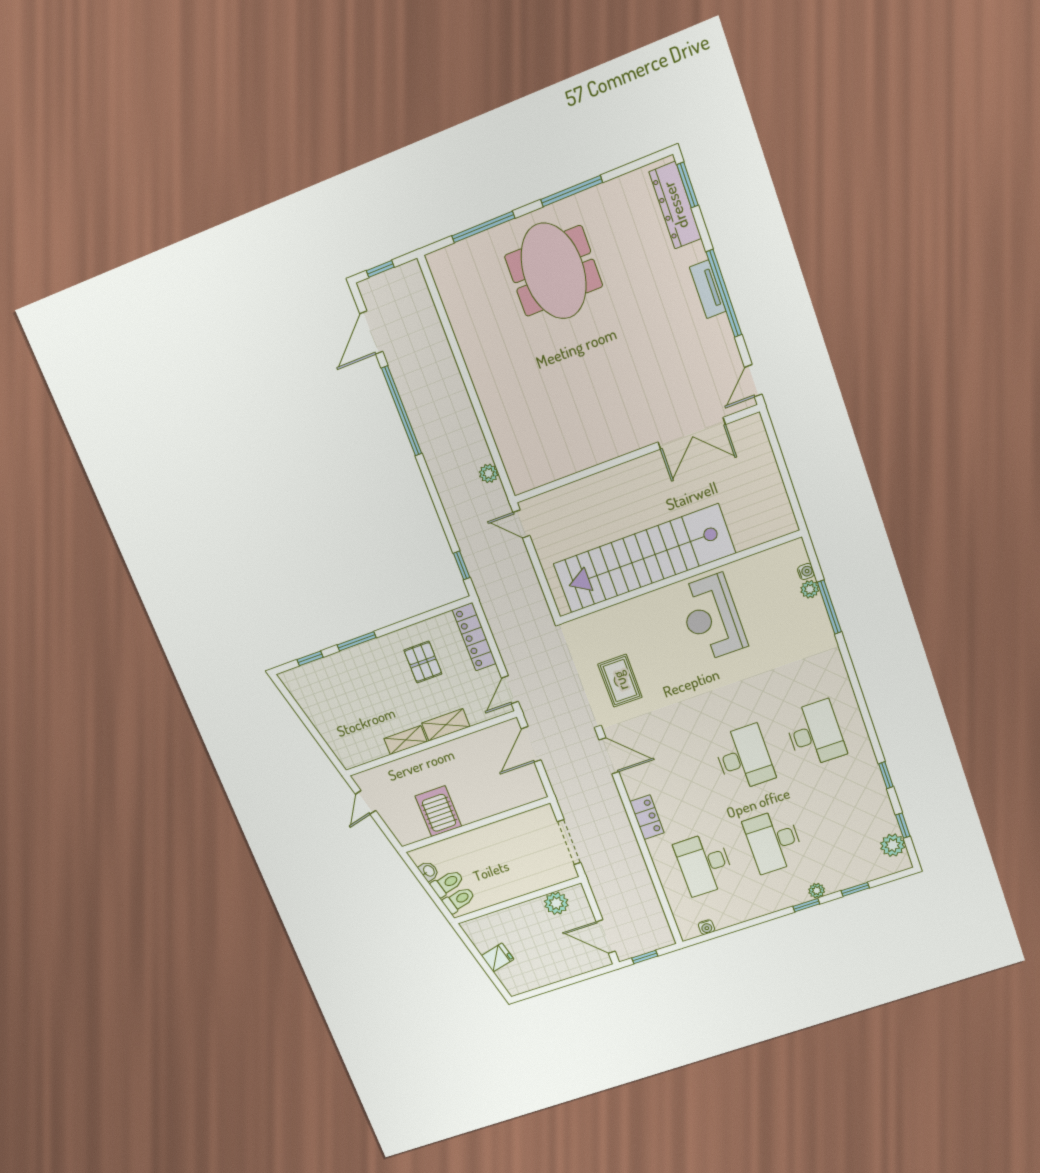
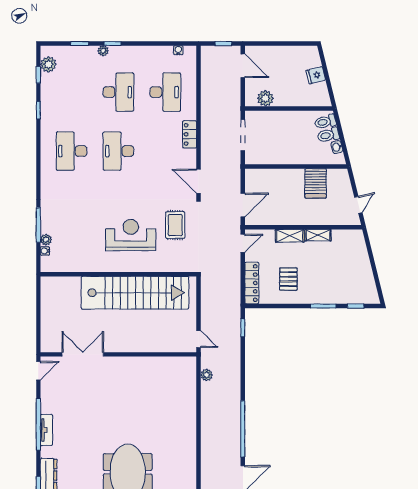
reception desk: (712, 618) -> (131, 235), moved, turned -90

